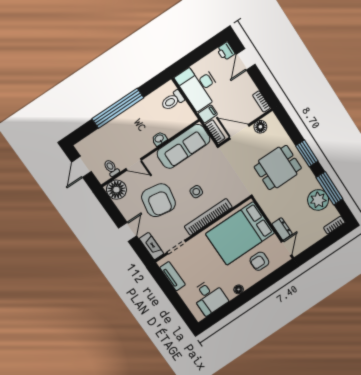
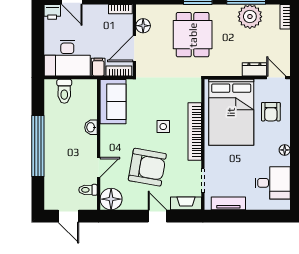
sofa: (184, 146) -> (113, 102), width x0.73

